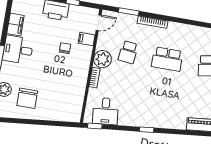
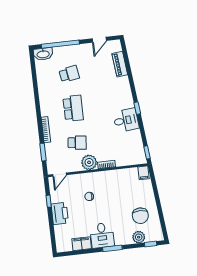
door: (99, 23) -> (60, 175), swing flipped
filing cabinet: (87, 39) -> (144, 173), moved
chair: (27, 98) -> (140, 216), turned 90
desk: (105, 111) -> (126, 120), moved

